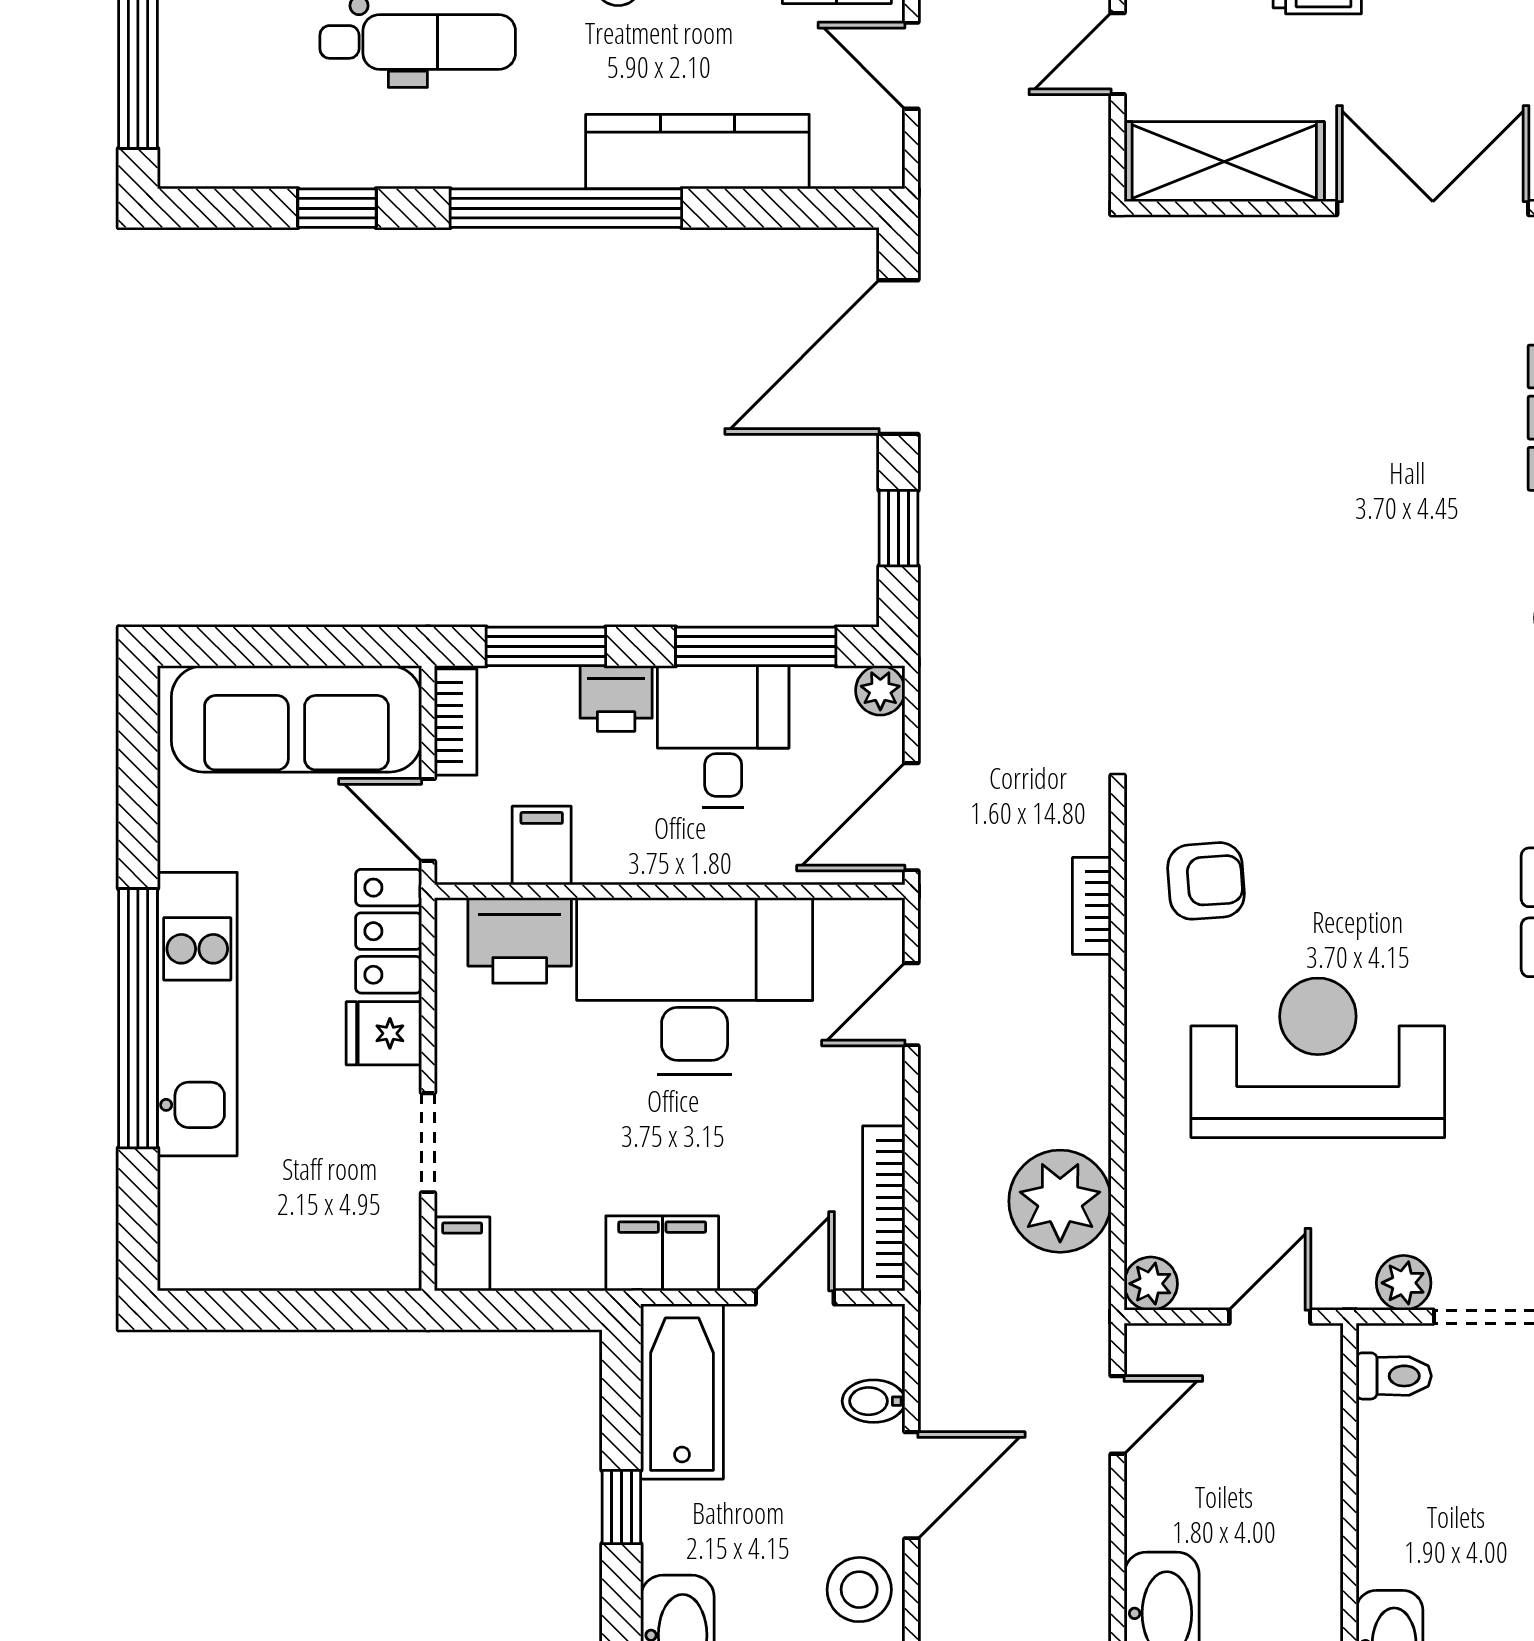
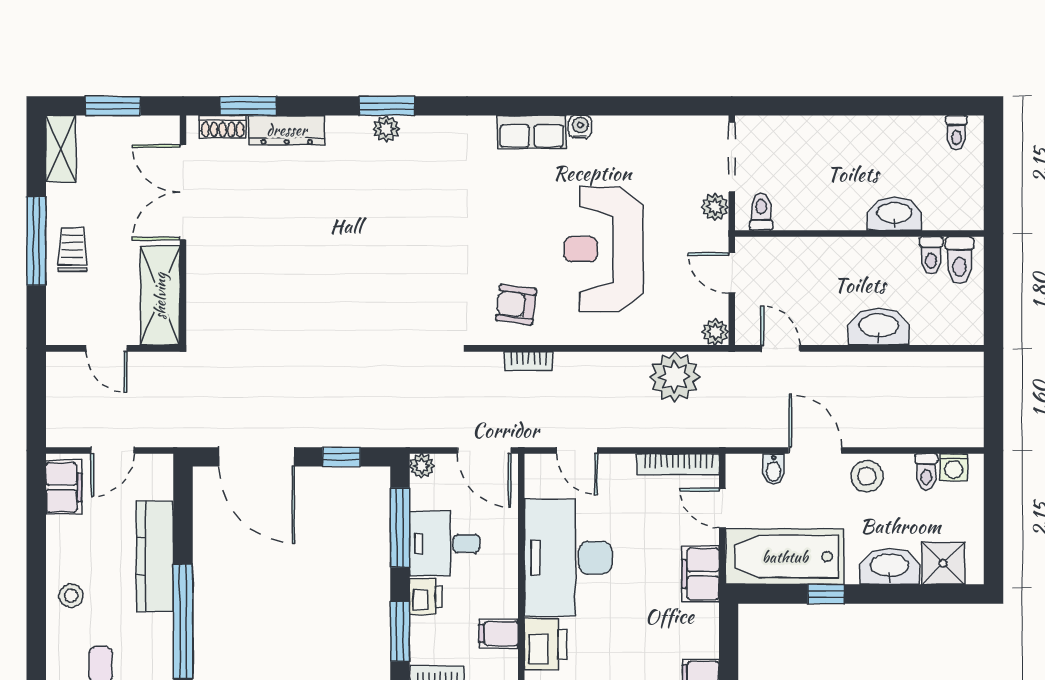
armchair: (1206, 881) -> (516, 305), turned -79
bathtub: (682, 1391) -> (785, 557), width x1.36, depth x1.36

